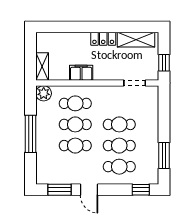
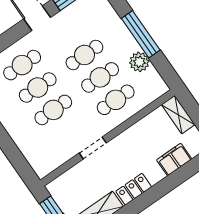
filing cabinet: (81, 73) -> (174, 159), moved, turned 180
doorway: (135, 83) -> (93, 148), moved
plant: (44, 93) -> (139, 62), moved

